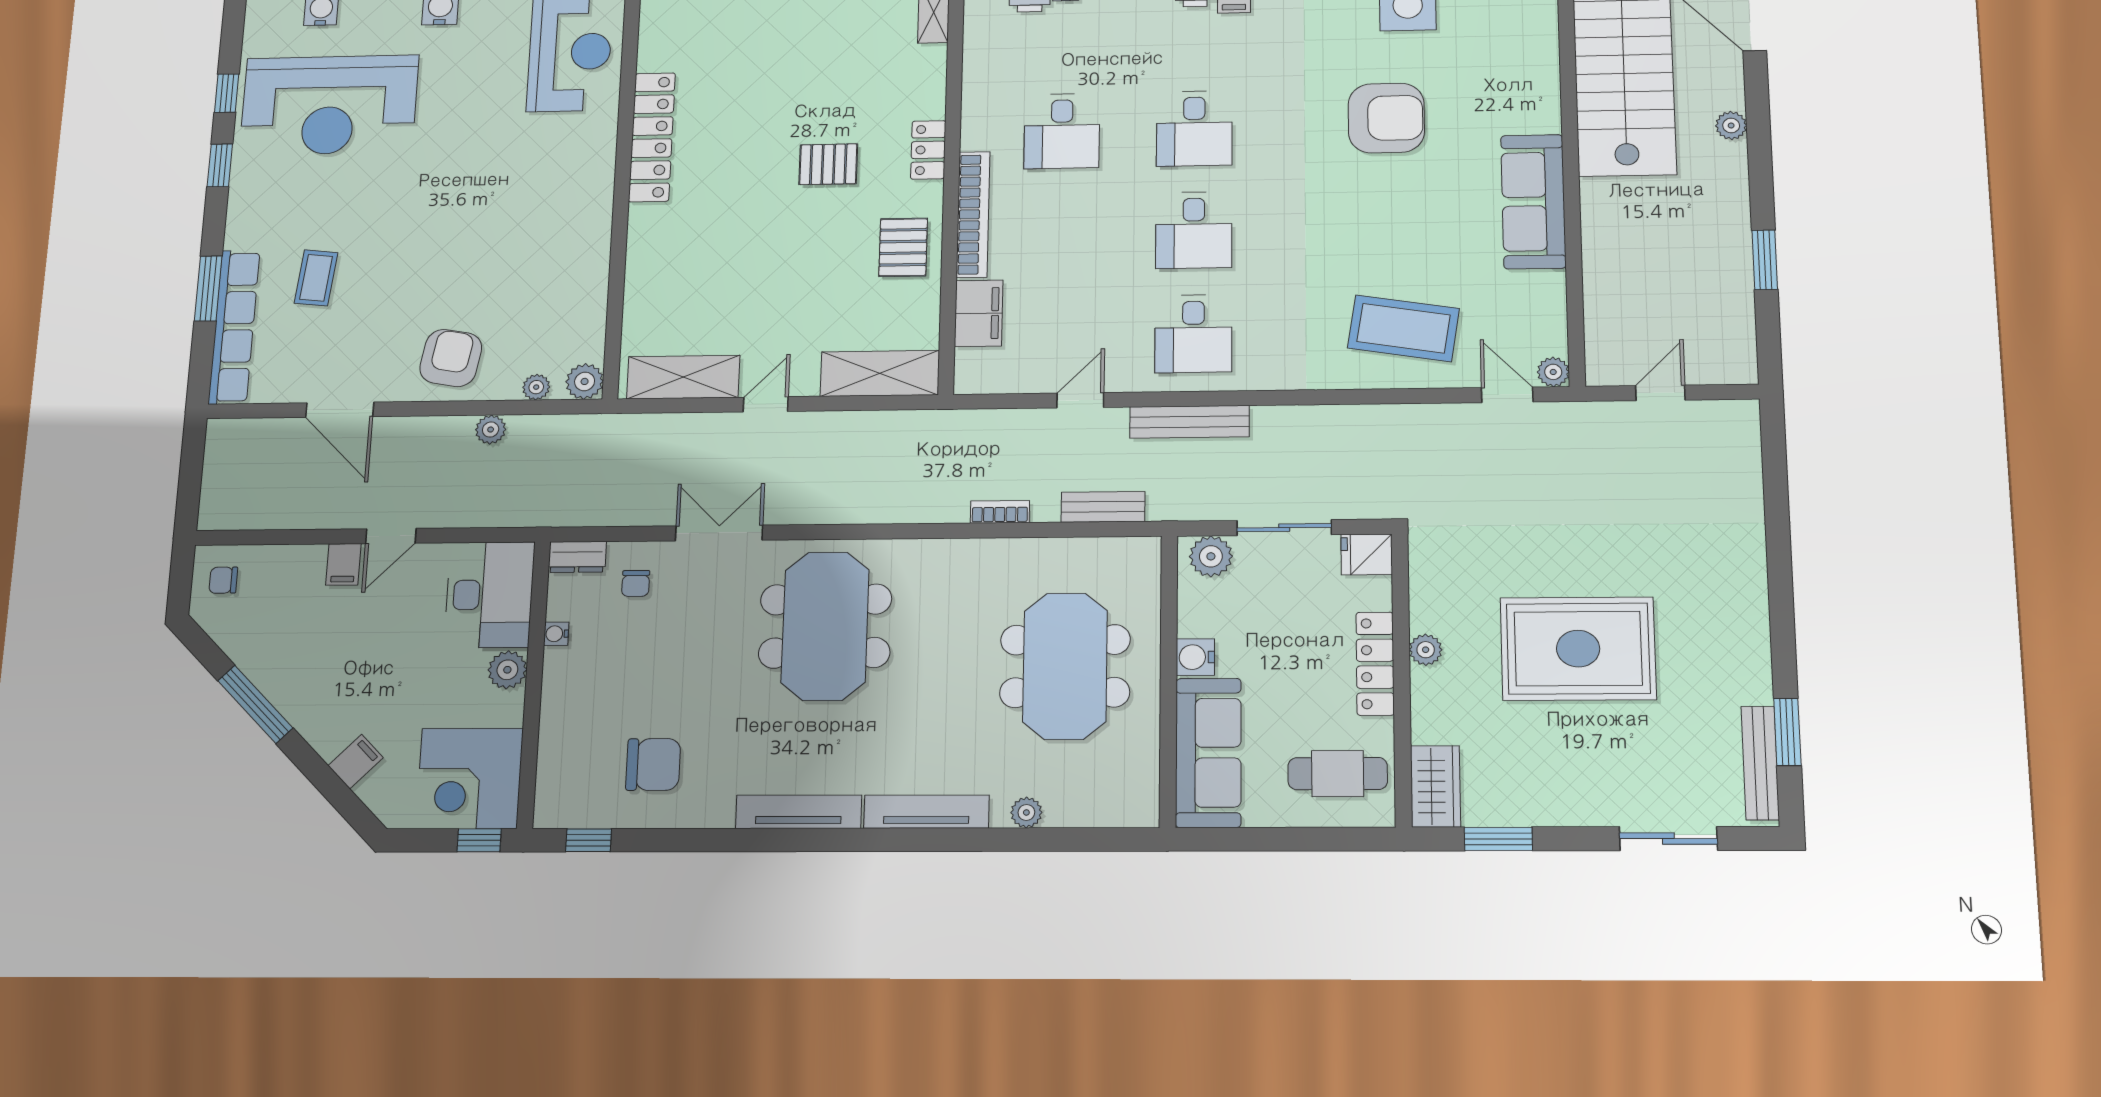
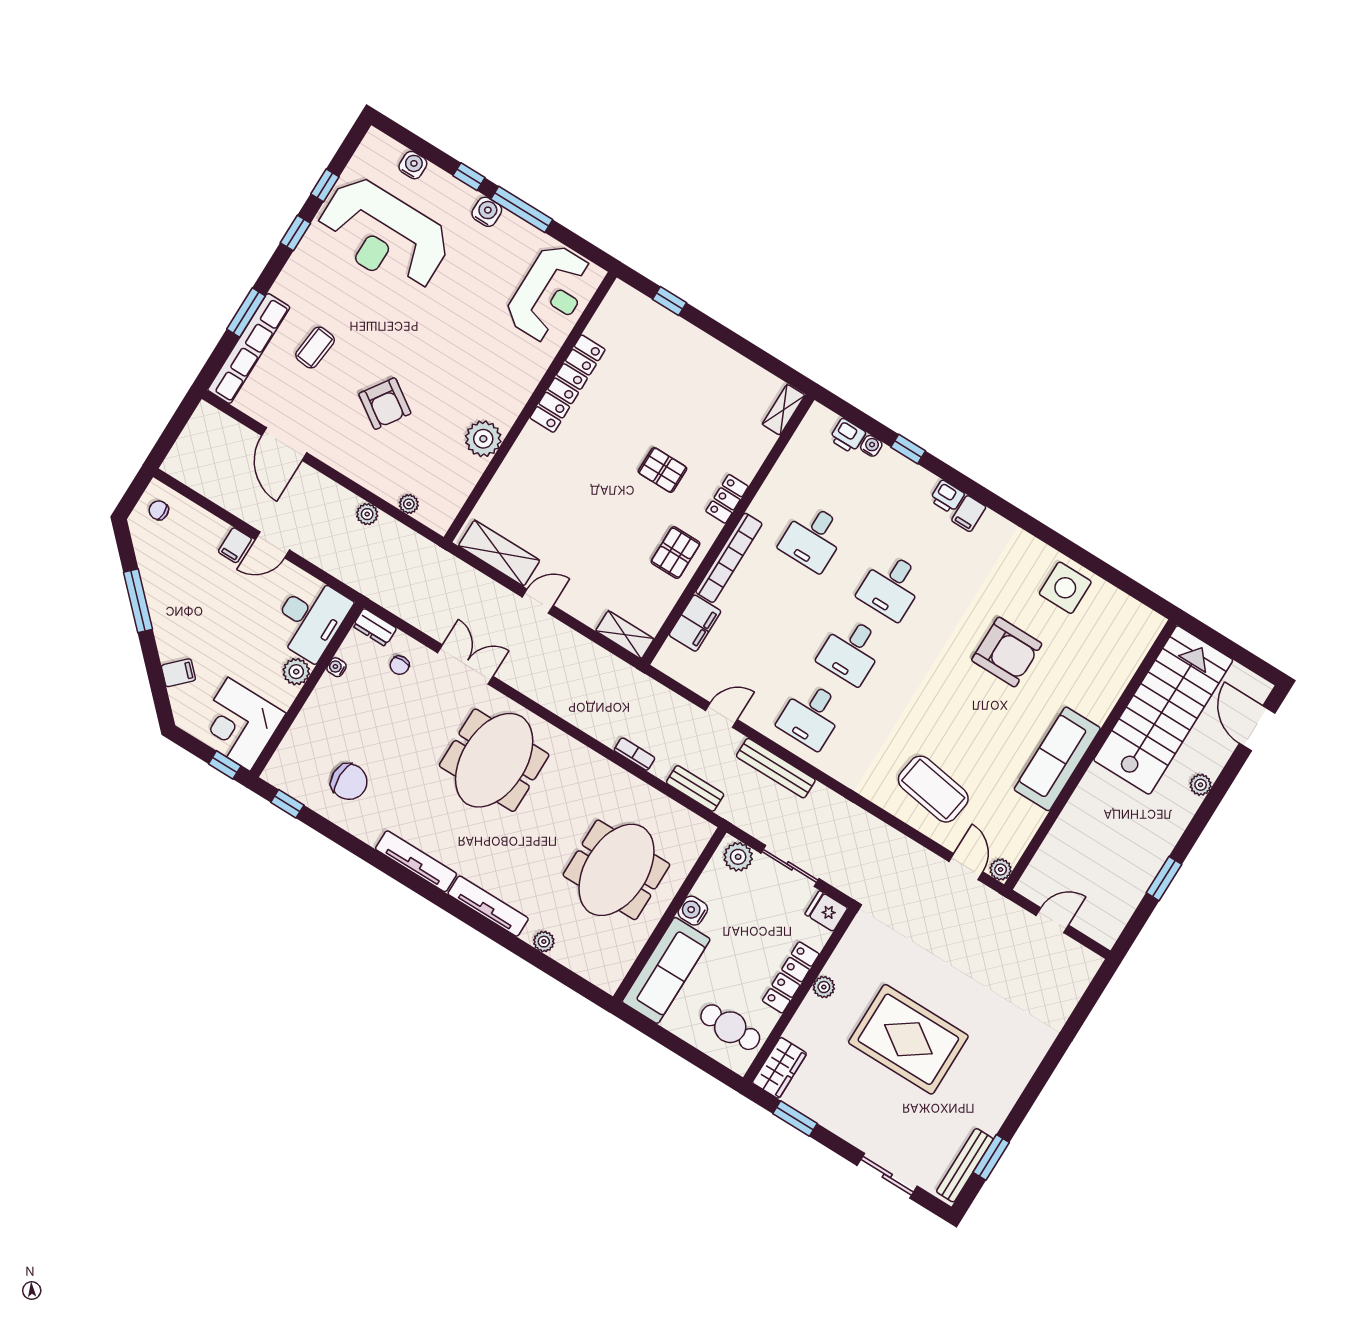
armchair: (451, 358) -> (385, 404), moved, turned 114
shelving: (880, 373) -> (625, 635), width x0.67, depth x0.75
plant: (585, 381) -> (483, 439), moved, width x1.36, depth x1.36

